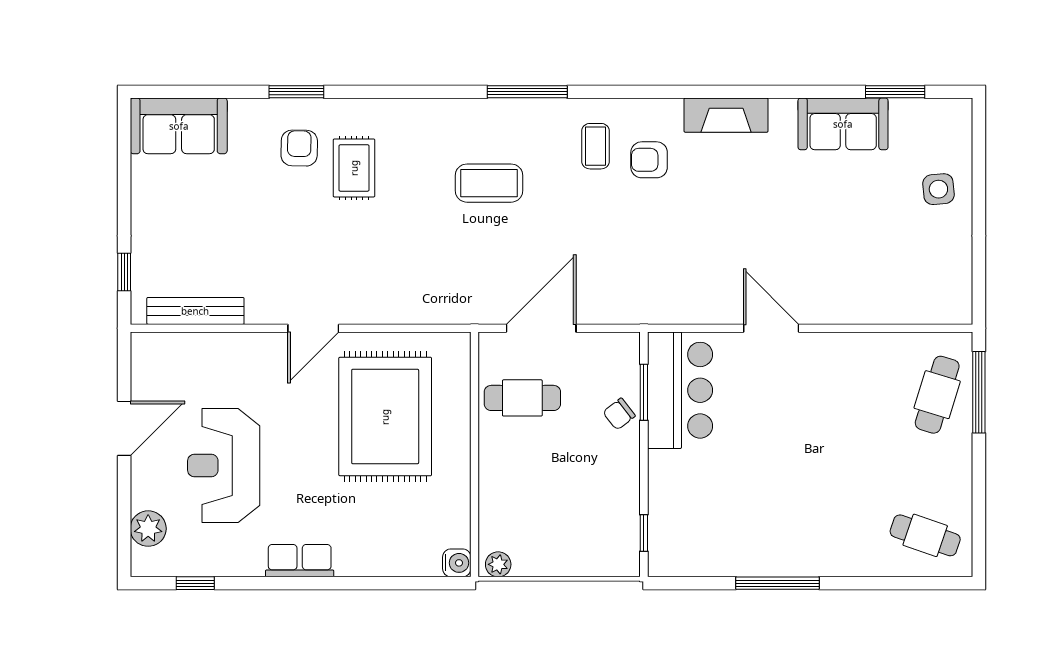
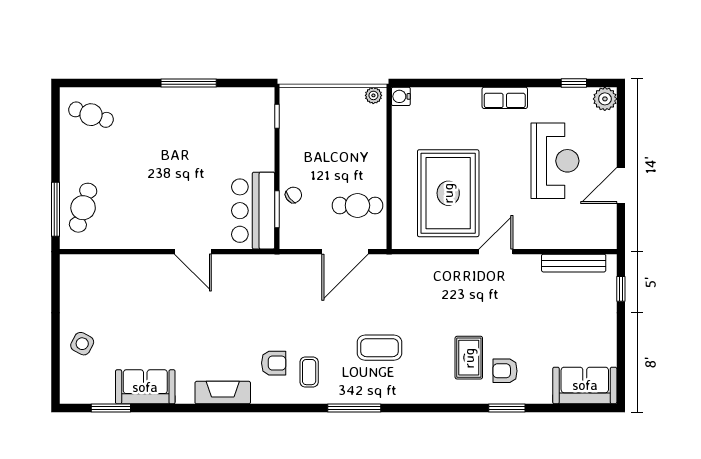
armchair: (299, 148) -> (505, 371), turned 89
side table: (938, 189) -> (82, 344), turned 33
plant: (148, 529) -> (605, 99), moved

